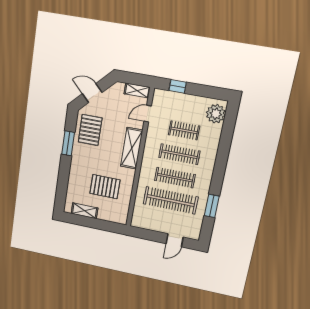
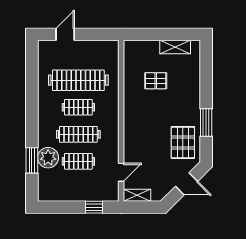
plant: (216, 114) -> (48, 158), moved
shelving: (132, 148) -> (132, 131), removed
clothes rail: (175, 178) -> (78, 107), width x0.73
pallet: (105, 187) -> (156, 81), width x0.67, depth x0.71
window: (212, 206) -> (32, 160), moved

